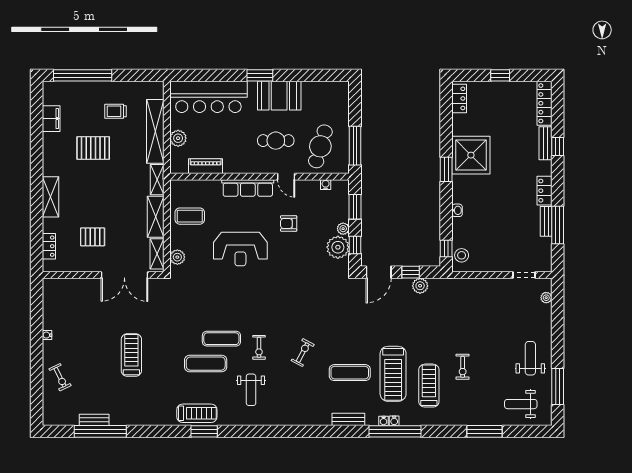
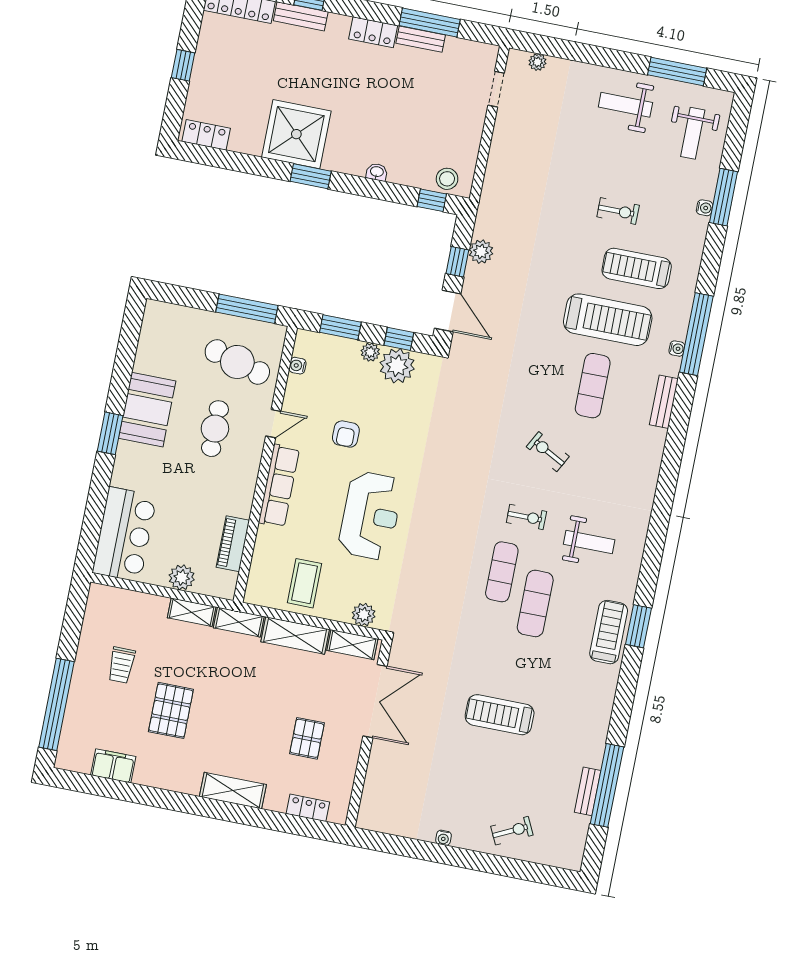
bar counter: (208, 97) -> (124, 534), width x0.73
shelving: (155, 131) -> (192, 612), width x0.45, depth x0.75
water cooler: (394, 421) -> (704, 208), moved

